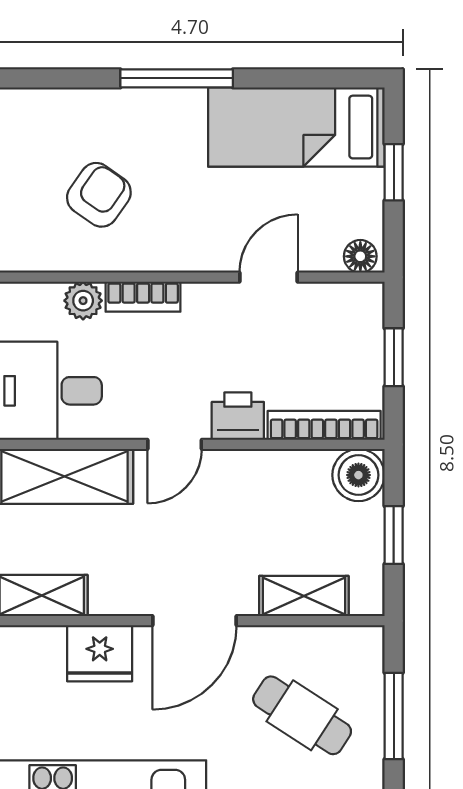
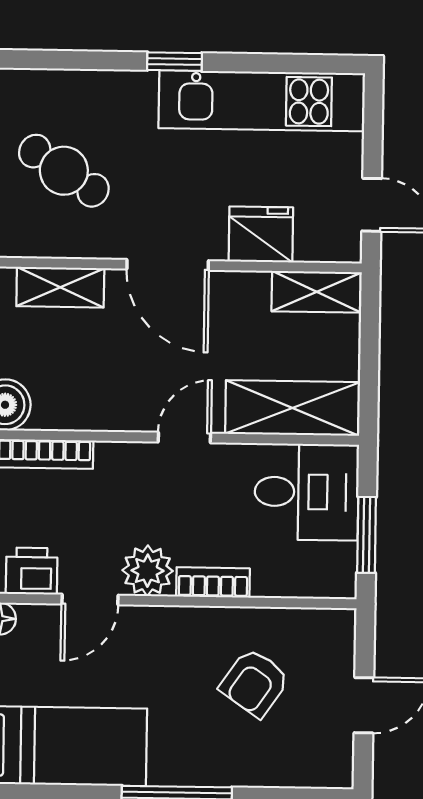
plant: (83, 301) -> (148, 571), moved, width x1.38, depth x1.38
printer: (238, 416) -> (32, 571), moved, turned 180
door: (194, 621) -> (168, 265), swing flipped

